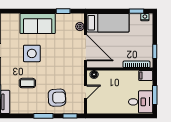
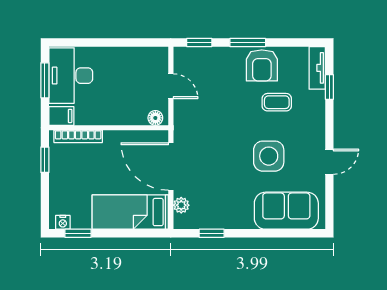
sofa: (38, 23) -> (286, 211), moved
door: (86, 92) -> (171, 86), swing flipped
armchair: (57, 98) -> (262, 65), moved, turned -87
desk: (141, 102) -> (71, 76), width x1.37

